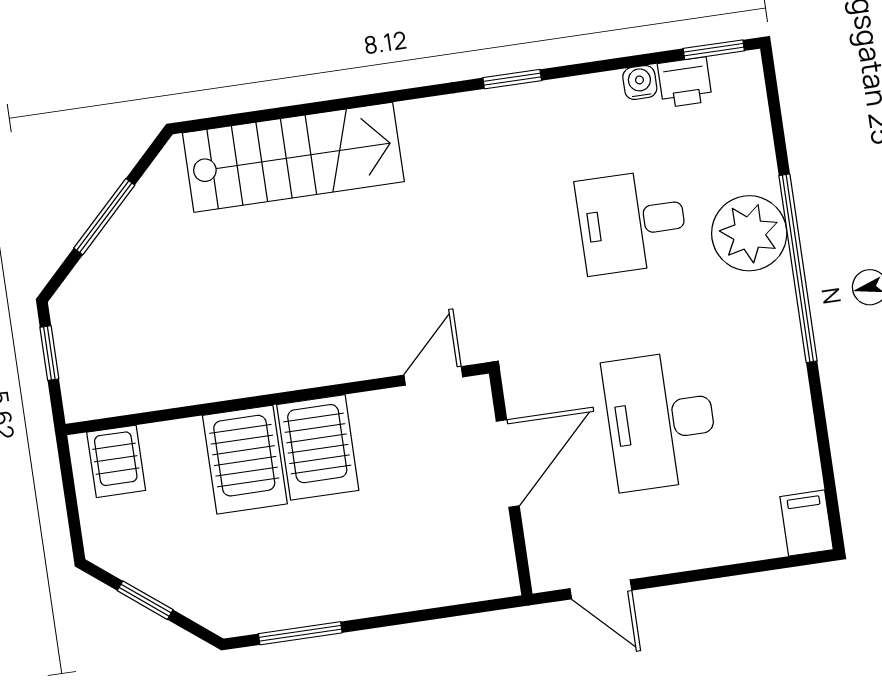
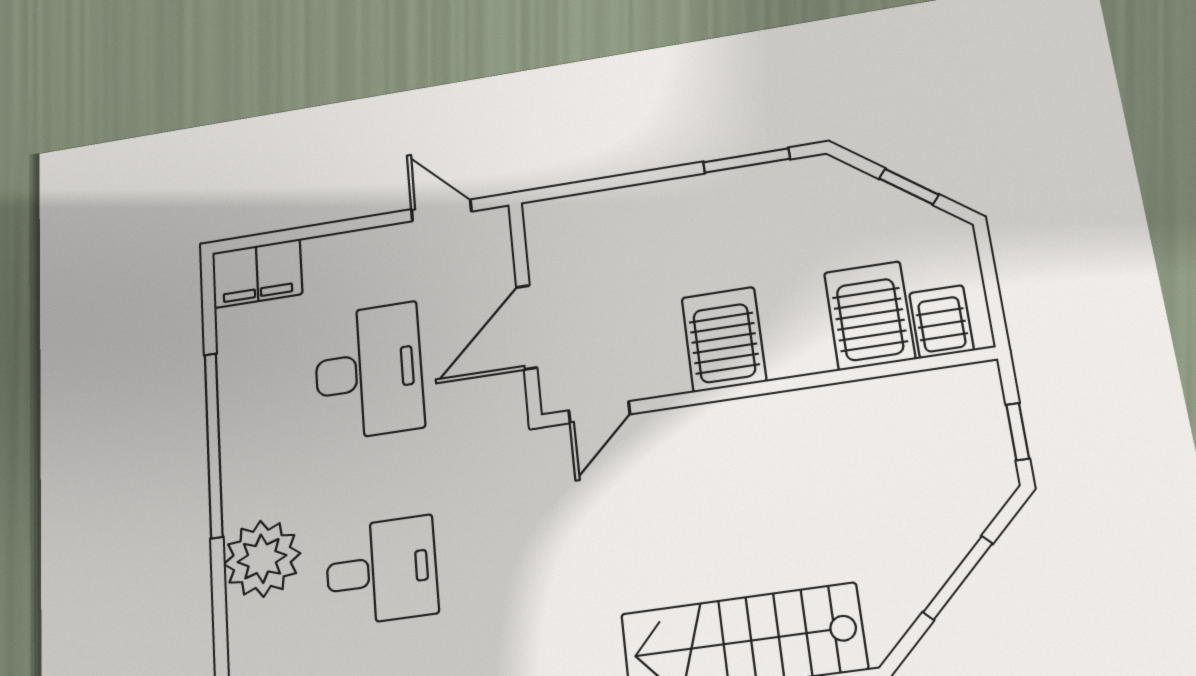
window: (798, 268) -> (214, 445), moved
server rack: (245, 460) -> (869, 316), moved
filing cabinet: (807, 523) -> (257, 273), width x2.00

